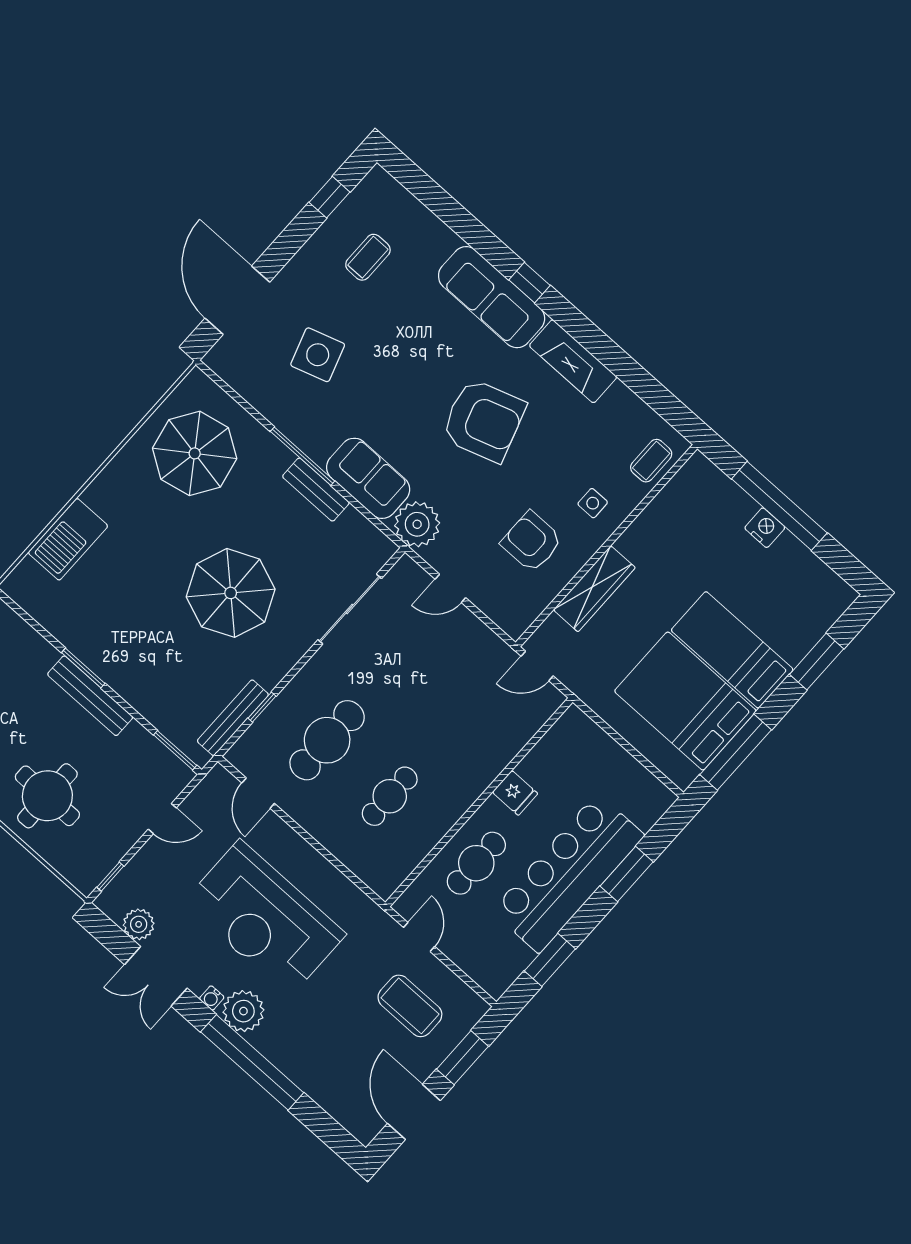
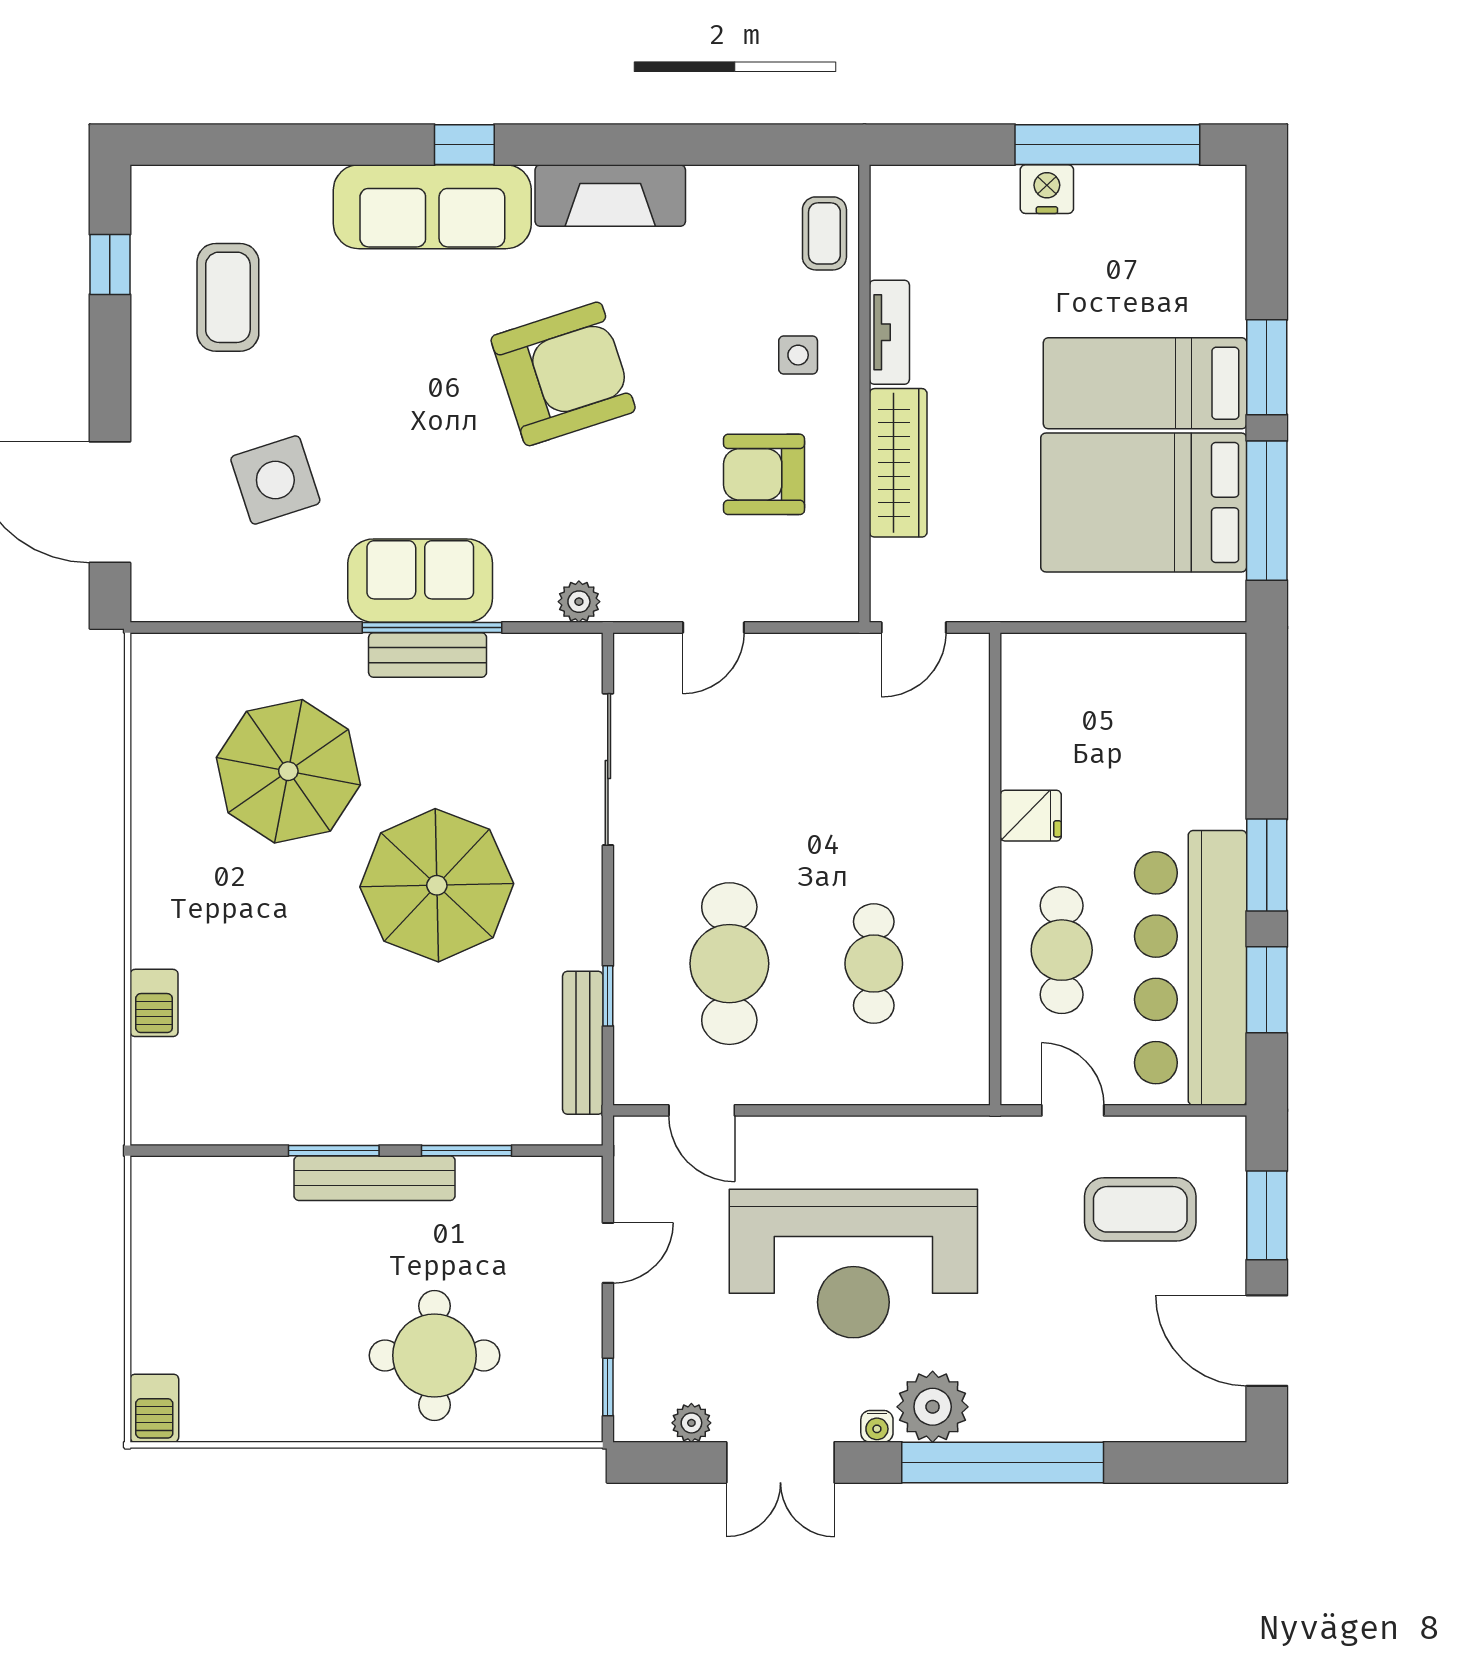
coffee table: (368, 257) -> (228, 297), width x1.36, depth x1.30
parasol: (195, 453) -> (288, 771), moved
window: (303, 456) -> (432, 627), moved
sofa: (368, 478) -> (420, 581), moved
window: (779, 506) -> (1107, 145), moved
plant: (417, 524) -> (579, 602), width x0.53, depth x0.53
tv unit: (641, 529) -> (889, 332), added
barbecue: (68, 539) -> (154, 1003), width x0.53, depth x0.65
window: (817, 662) -> (1267, 367), moved
window: (175, 750) -> (467, 1151), moved
bar counter: (568, 873) -> (1191, 968), moved
window: (627, 874) -> (1267, 865), moved
plant: (139, 924) -> (691, 1423), width x0.73, depth x0.73

